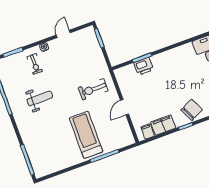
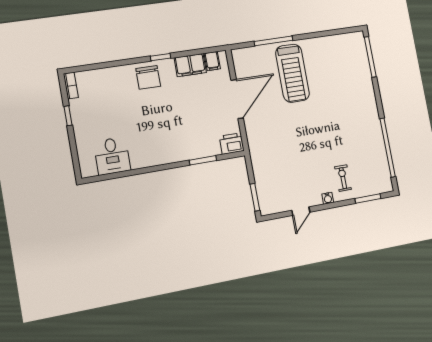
printer: (144, 66) -> (232, 144), moved
exercise bike: (93, 89) -> (274, 131), removed
weight bench: (40, 98) -> (343, 132), removed
door: (124, 107) -> (237, 99), width x1.87
chair: (192, 110) -> (148, 77), turned -64

